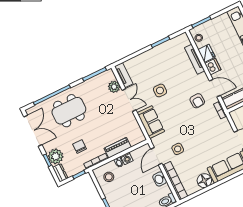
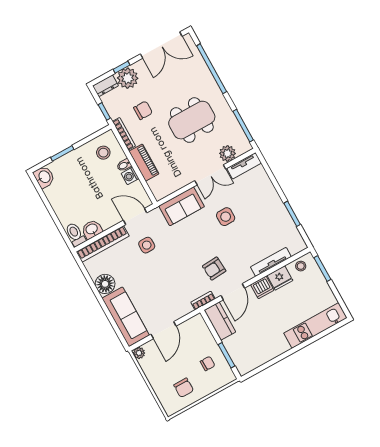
dining table: (69, 111) -> (192, 120), moved, turned 90
washbasin: (160, 179) -> (92, 229), moved

